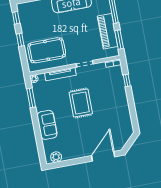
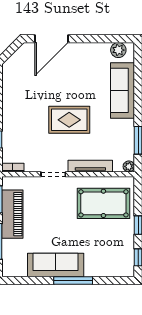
rug: (81, 103) -> (69, 120), turned 90
sofa: (47, 125) -> (123, 90), width x1.36

